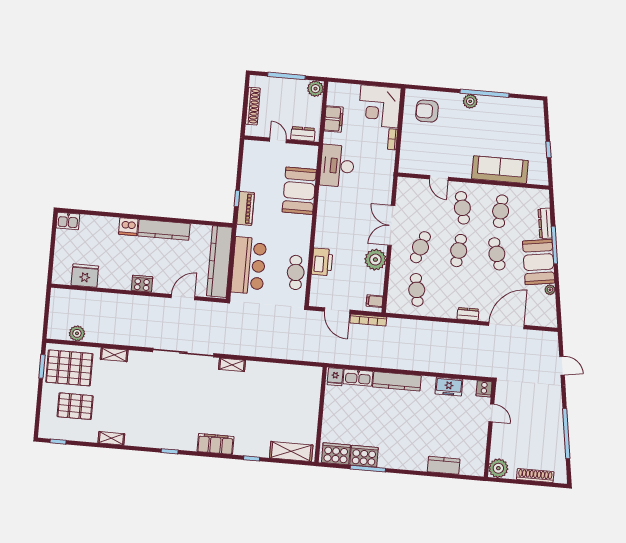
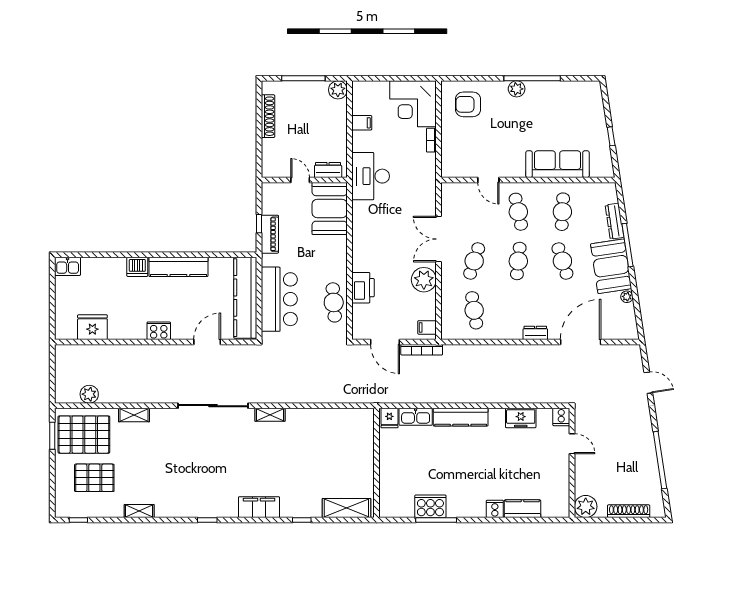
filing cabinet: (334, 119) -> (362, 123), width x0.50
dresser: (303, 134) -> (328, 170), moved
door: (278, 140) -> (300, 180), moved
wall: (281, 141) -> (304, 180), moved
cooker: (336, 454) -> (495, 509), moved, width x0.53, depth x0.76

